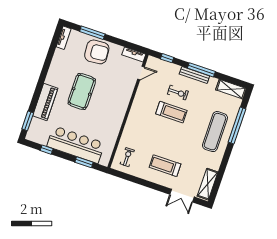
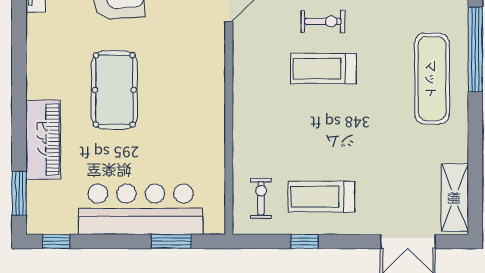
treadmill: (171, 112) -> (323, 69), turned 180
window: (47, 150) -> (56, 241), moved
treadmill: (165, 166) -> (321, 197), moved
window: (139, 181) -> (304, 241), added

